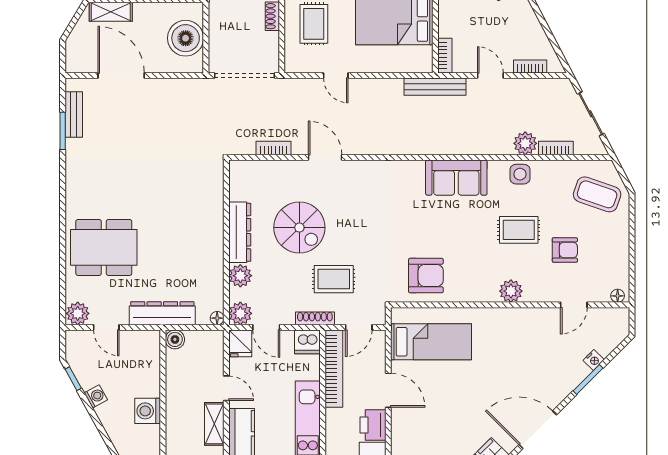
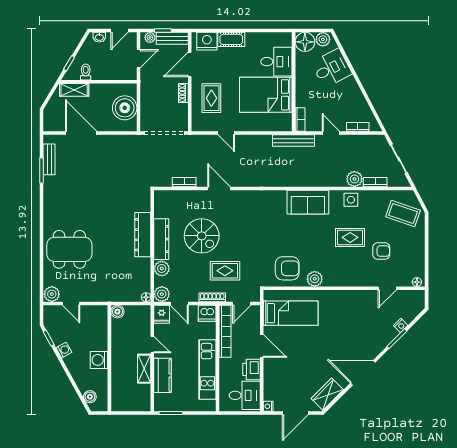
plant: (511, 291) -> (315, 279), moved
dresser: (162, 313) -> (143, 235), moved, turned -90

